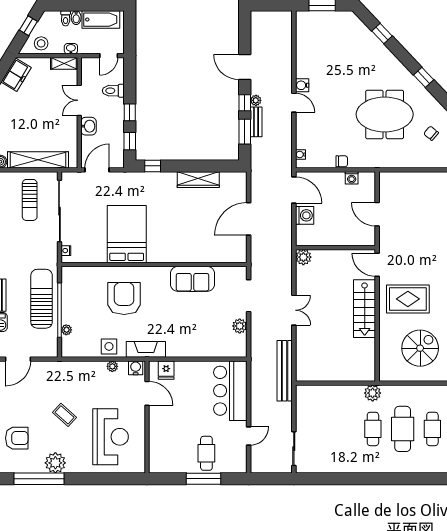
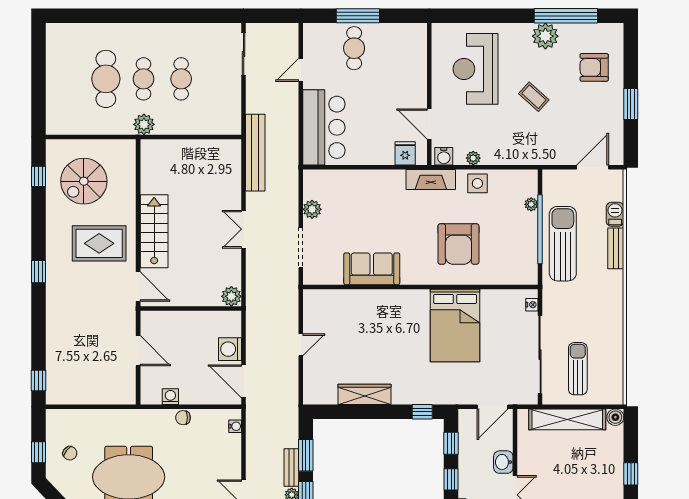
door: (249, 219) -> (301, 345), width x0.53
sun lounger: (42, 299) -> (563, 244), turned 180
cafe table: (432, 429) -> (181, 79), moved

